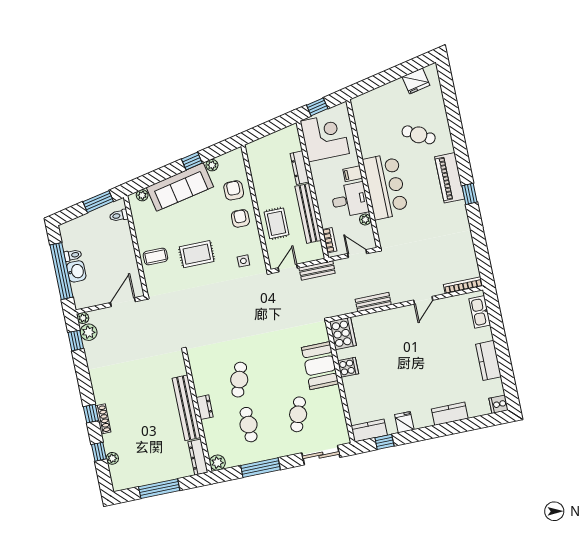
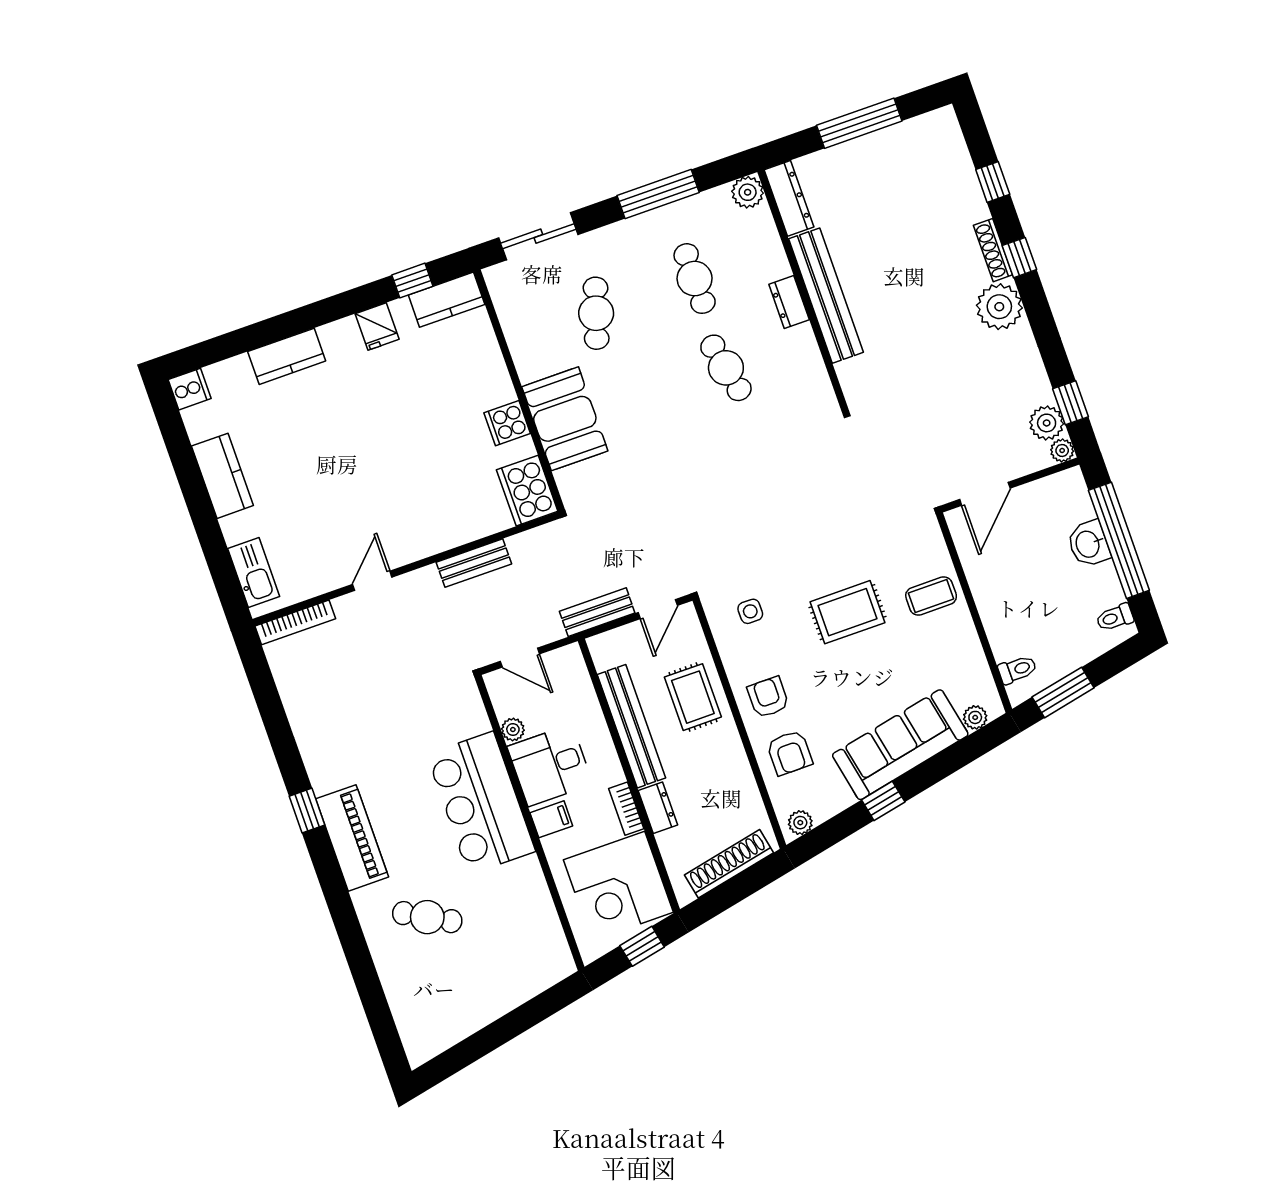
fridge: (416, 81) -> (448, 1026), removed
shoe rack: (270, 141) -> (729, 864), added
plant: (212, 165) -> (800, 823), moved
dresser: (300, 168) -> (658, 808), width x0.70
armchair: (240, 218) -> (768, 697), turned 180
bookcase: (330, 240) -> (626, 809), moved
toilet: (73, 255) -> (1115, 618), moved
cafe table: (239, 380) -> (726, 368), turned -30
plant: (112, 458) -> (999, 307), moved, width x1.88, depth x1.88

